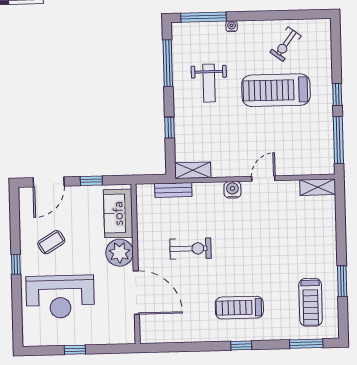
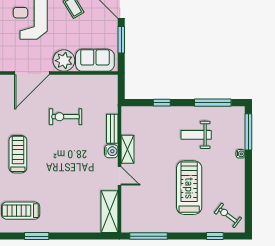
exercise bike: (286, 44) -> (228, 215), moved
window: (337, 94) -> (215, 236), moved
shelving: (193, 170) -> (128, 149), moved
window: (91, 181) -> (121, 40), width x1.50
shelving: (318, 187) -> (109, 212), width x1.50, depth x1.33
bench: (173, 190) -> (112, 129), moved
exercise bike: (190, 249) -> (66, 117), turned 90

